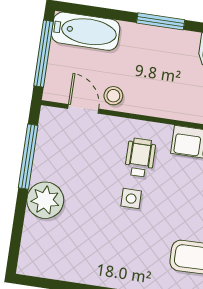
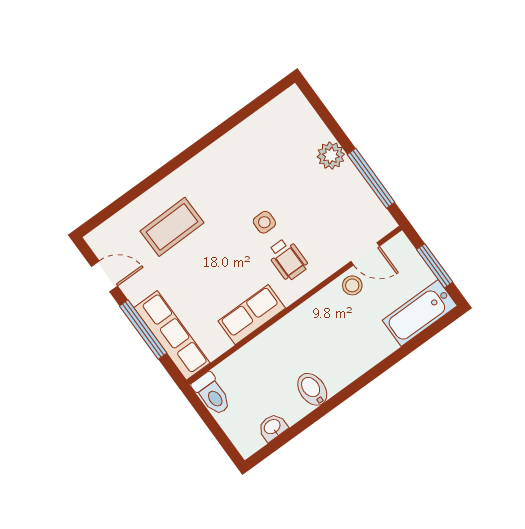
window: (161, 21) -> (371, 375), removed
window: (43, 54) -> (435, 266), width x0.69
plant: (45, 200) -> (331, 156), width x0.73, depth x0.73

